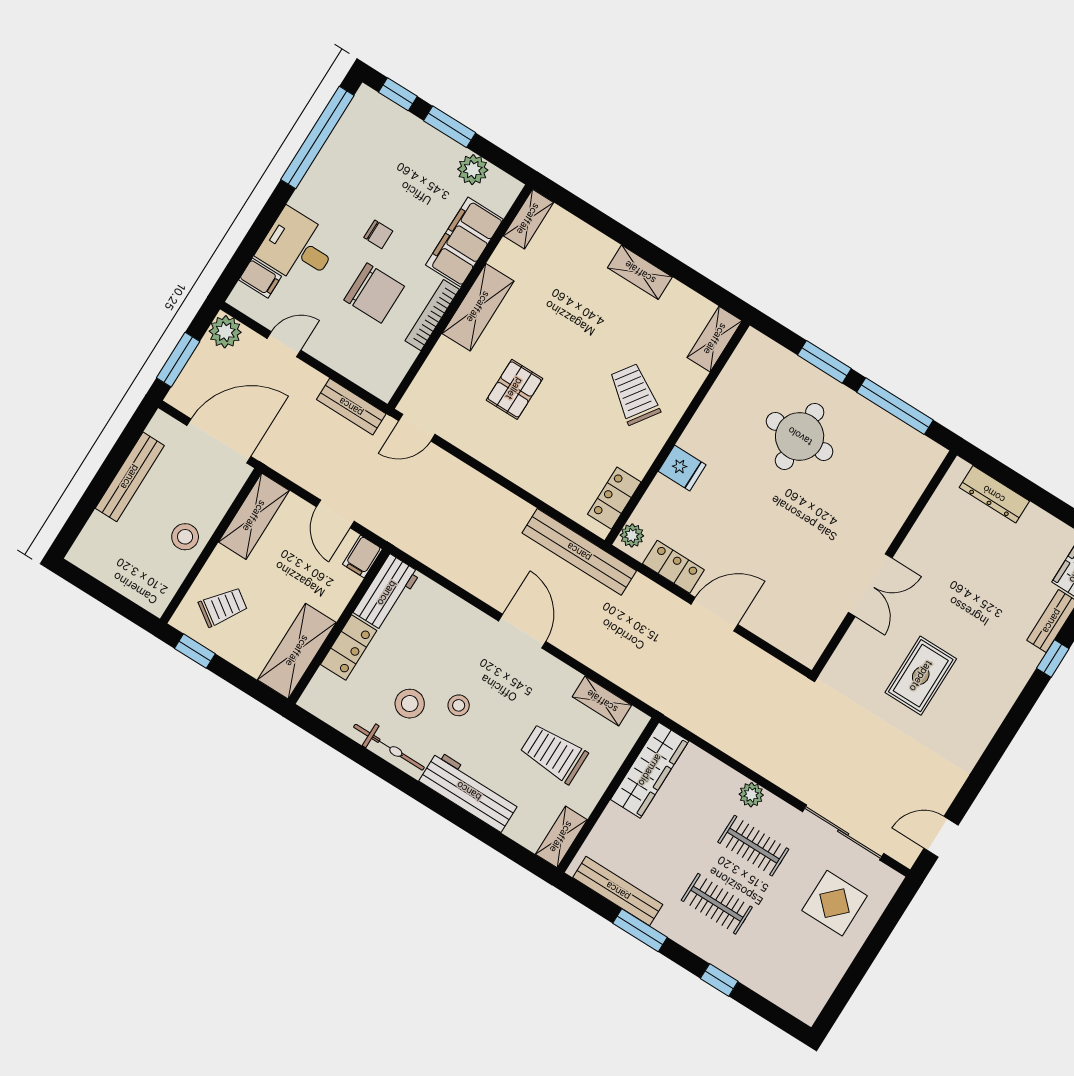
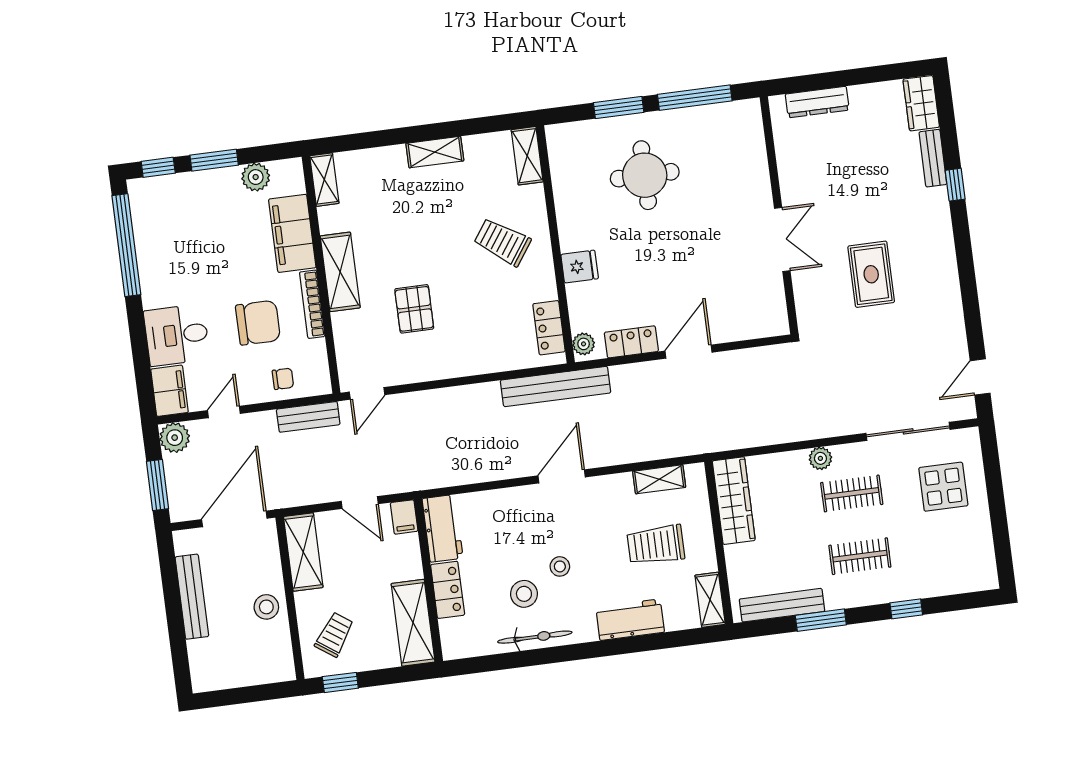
chair: (378, 234) -> (283, 379), moved
filing cabinet: (260, 278) -> (170, 391), width x2.00
door: (522, 631) -> (562, 476), hinge flipped
workbench: (469, 791) -> (630, 620), width x0.73

